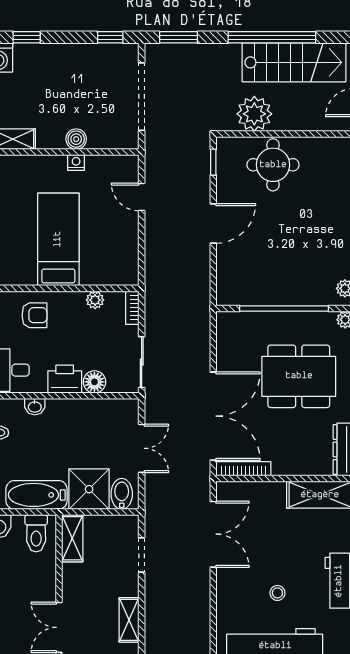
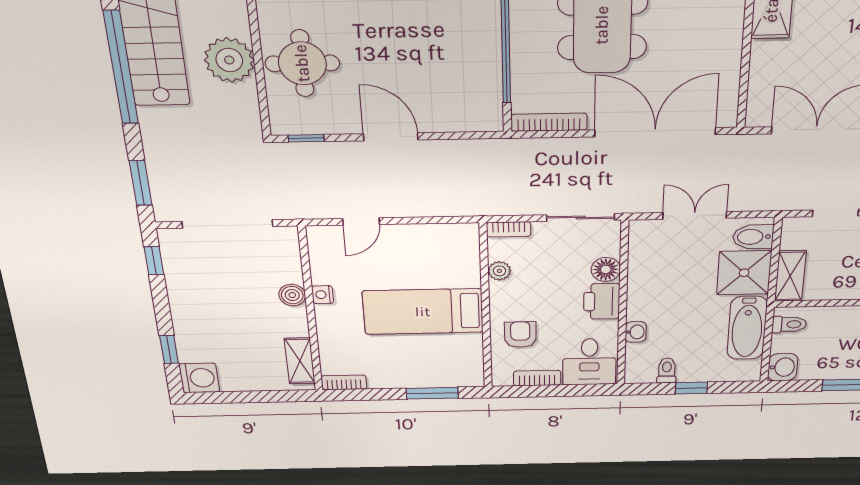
plant: (254, 114) -> (229, 60), moved
bookcase: (243, 469) -> (549, 122), moved, turned 90
toilet: (36, 533) -> (789, 324), width x0.73, depth x0.72
shelving: (72, 538) -> (790, 276), moved, turned 90

